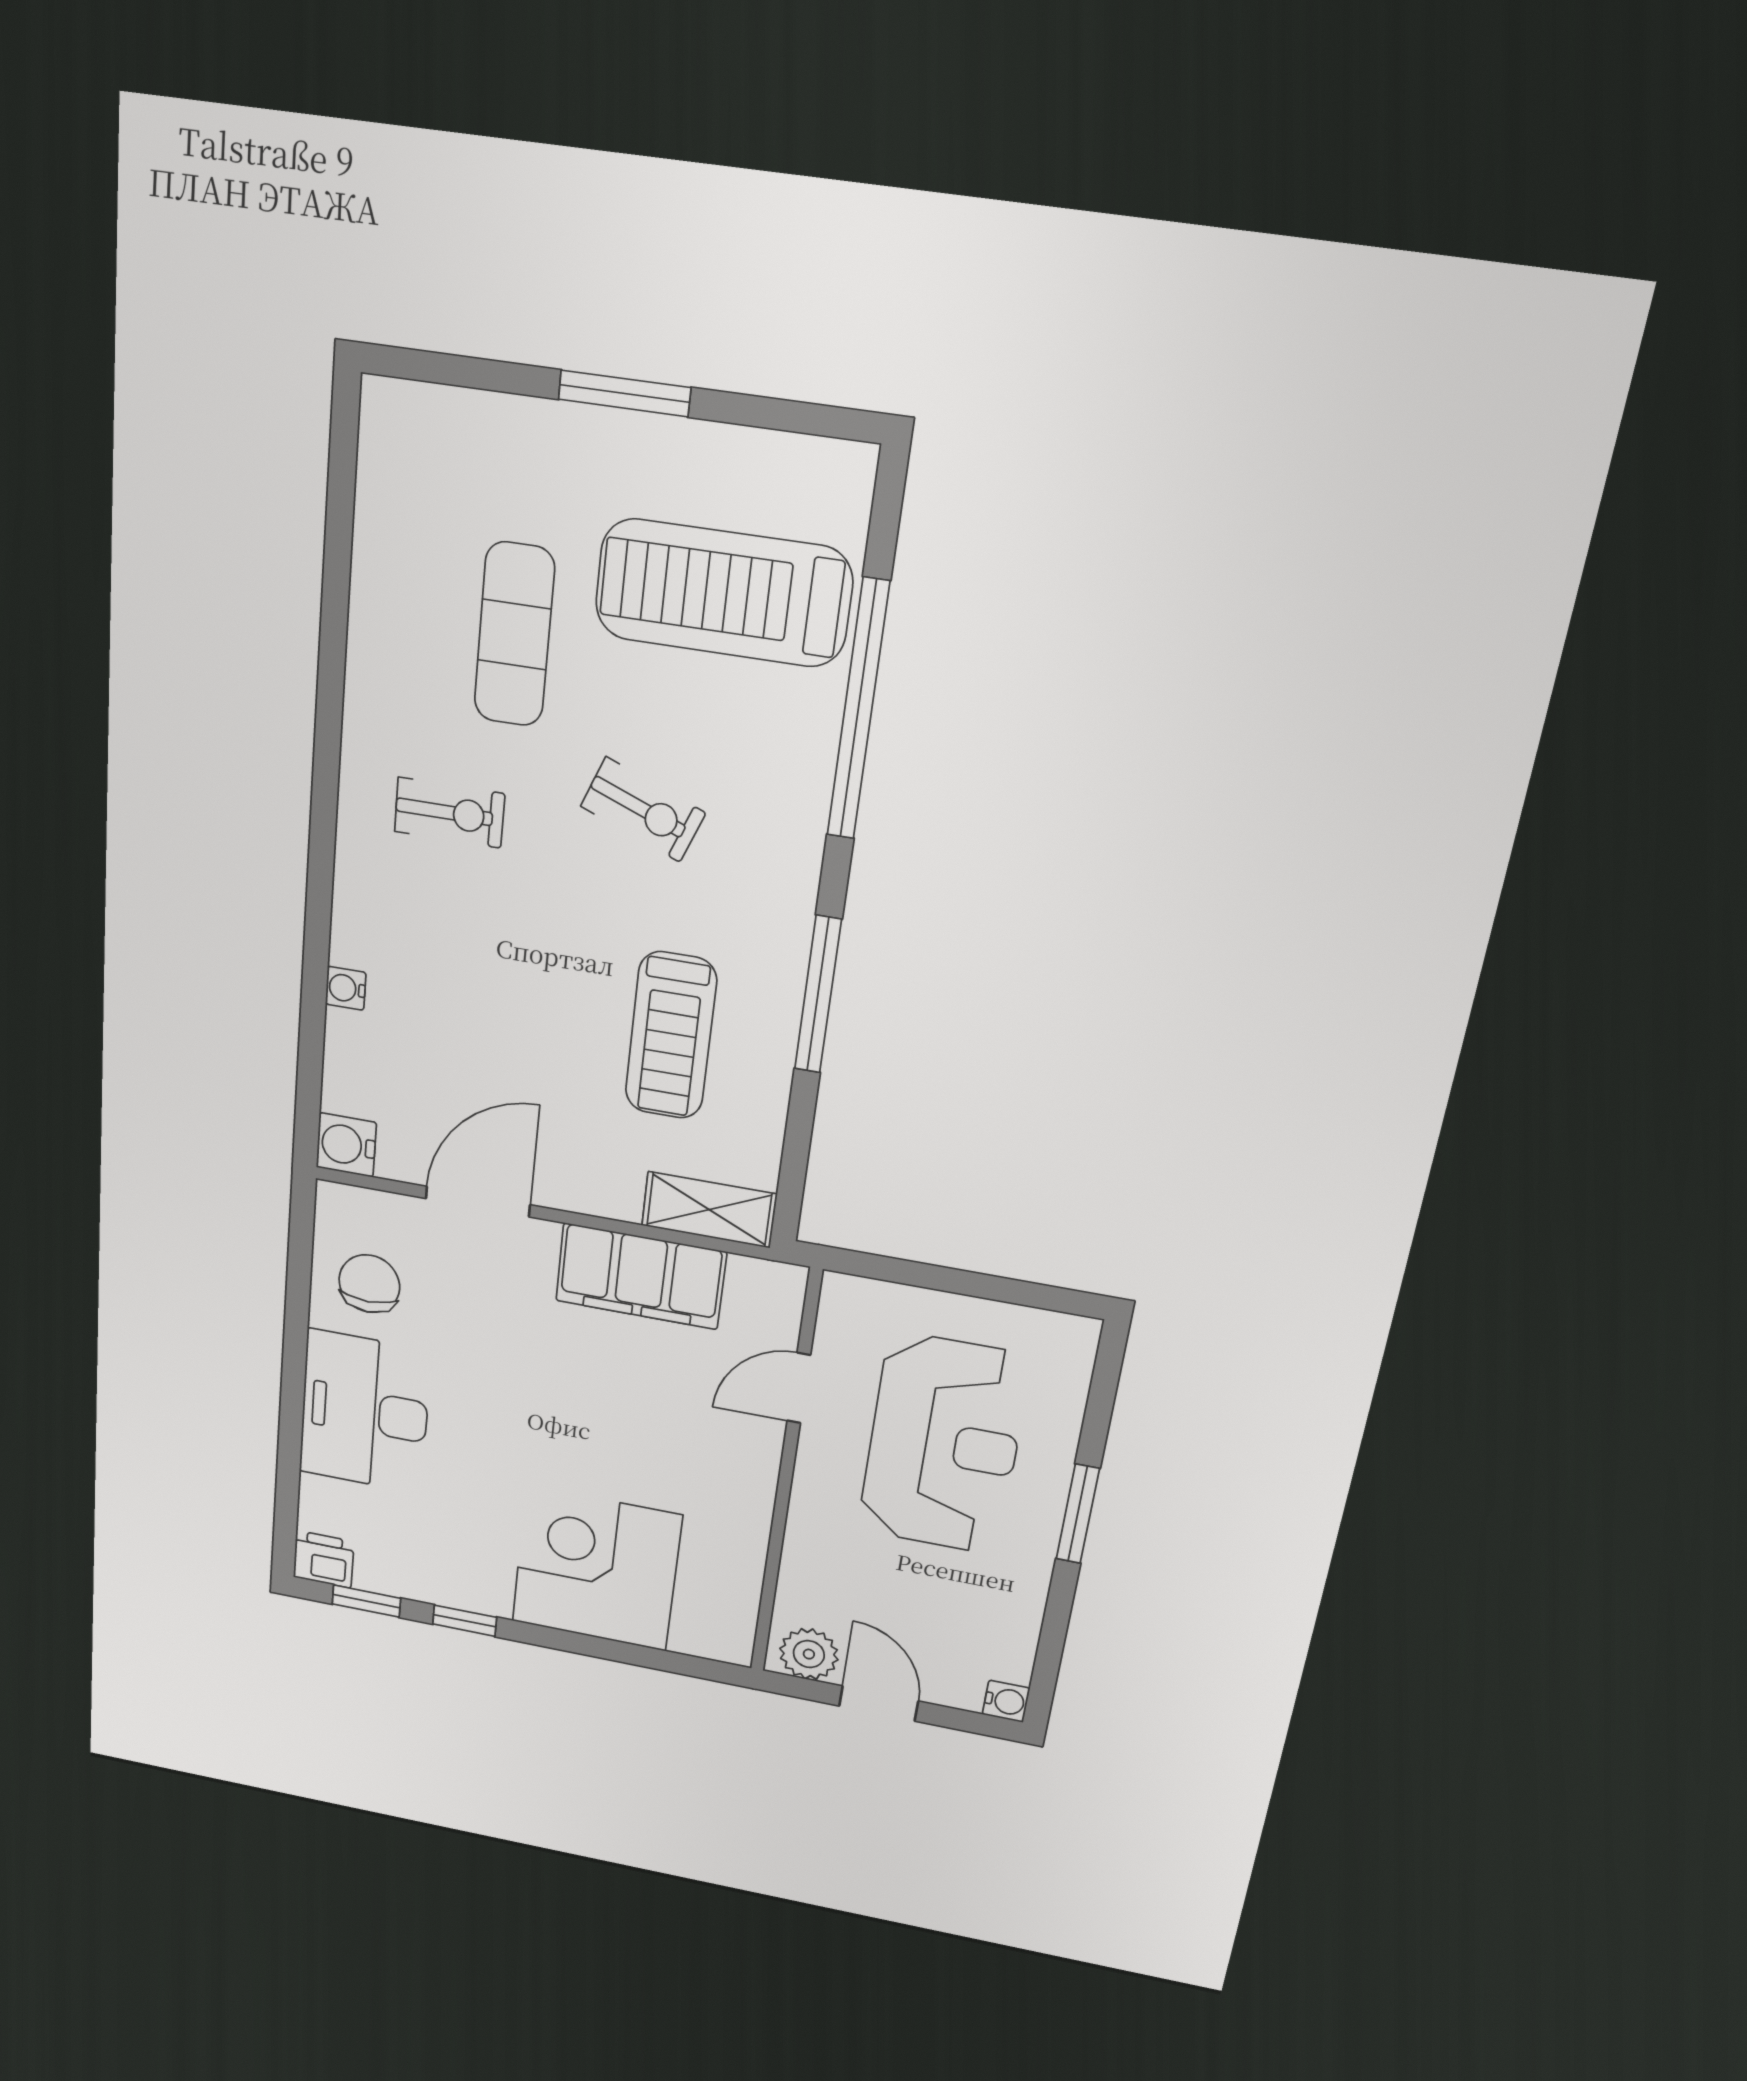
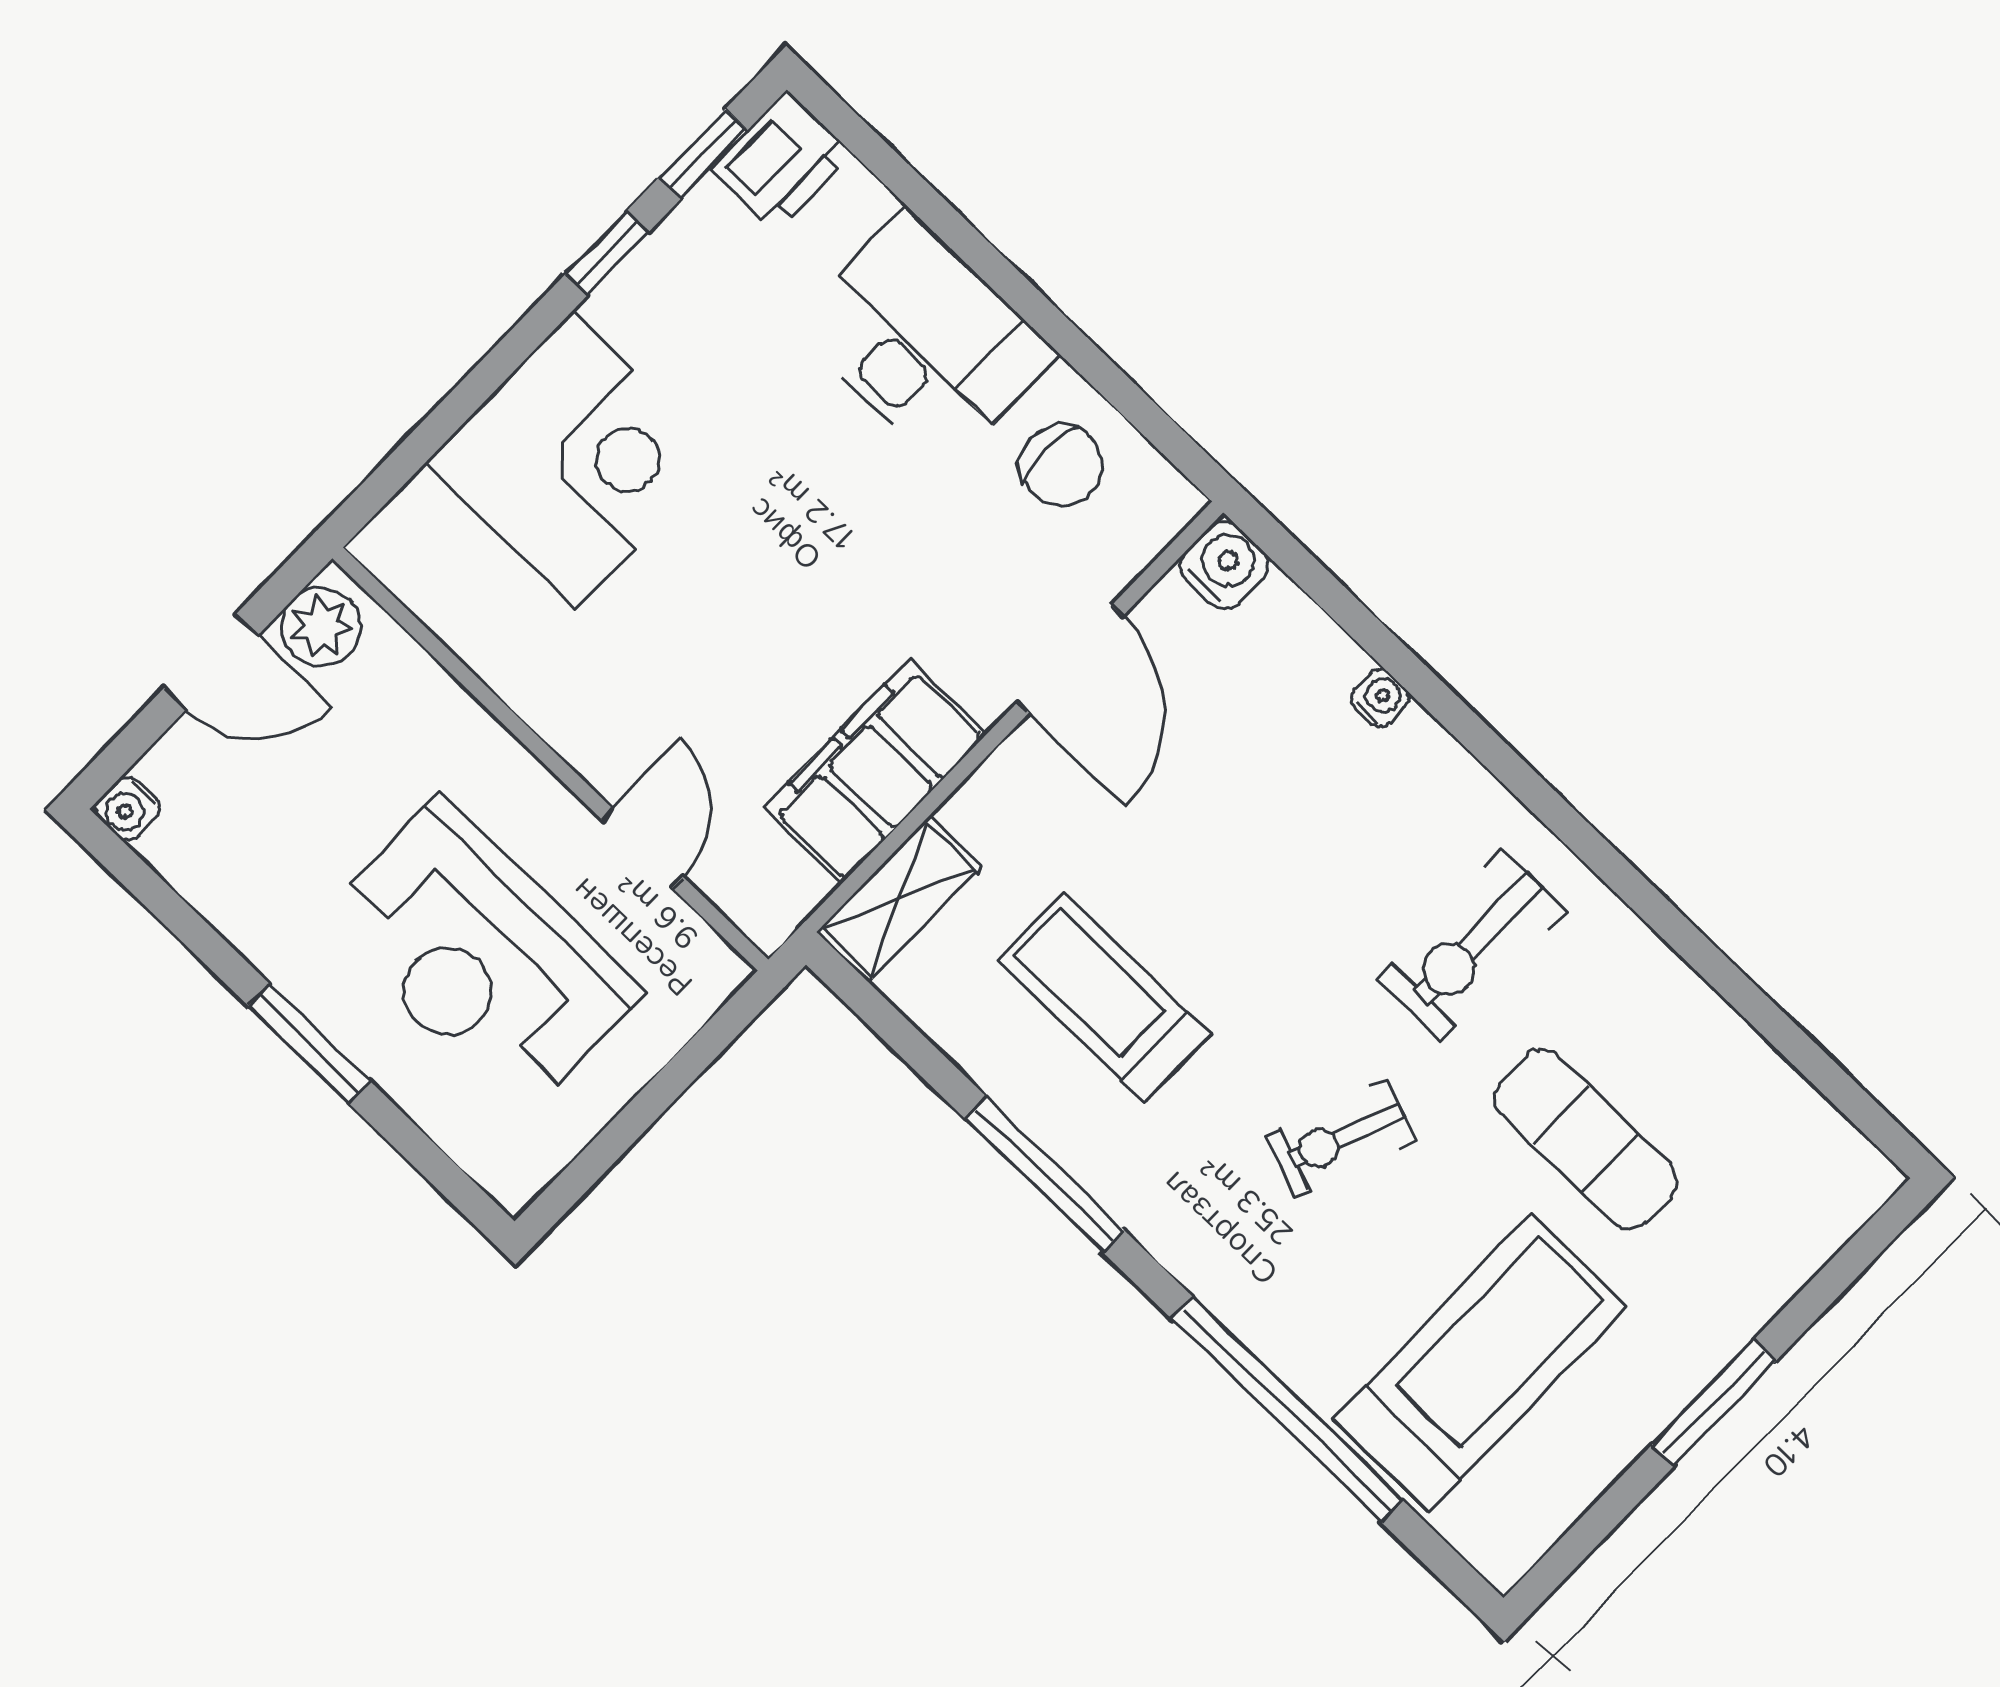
exercise bike: (449, 813) -> (1472, 945), width x1.38, depth x1.39
printer: (324, 1559) -> (781, 161), width x1.36, depth x1.24

